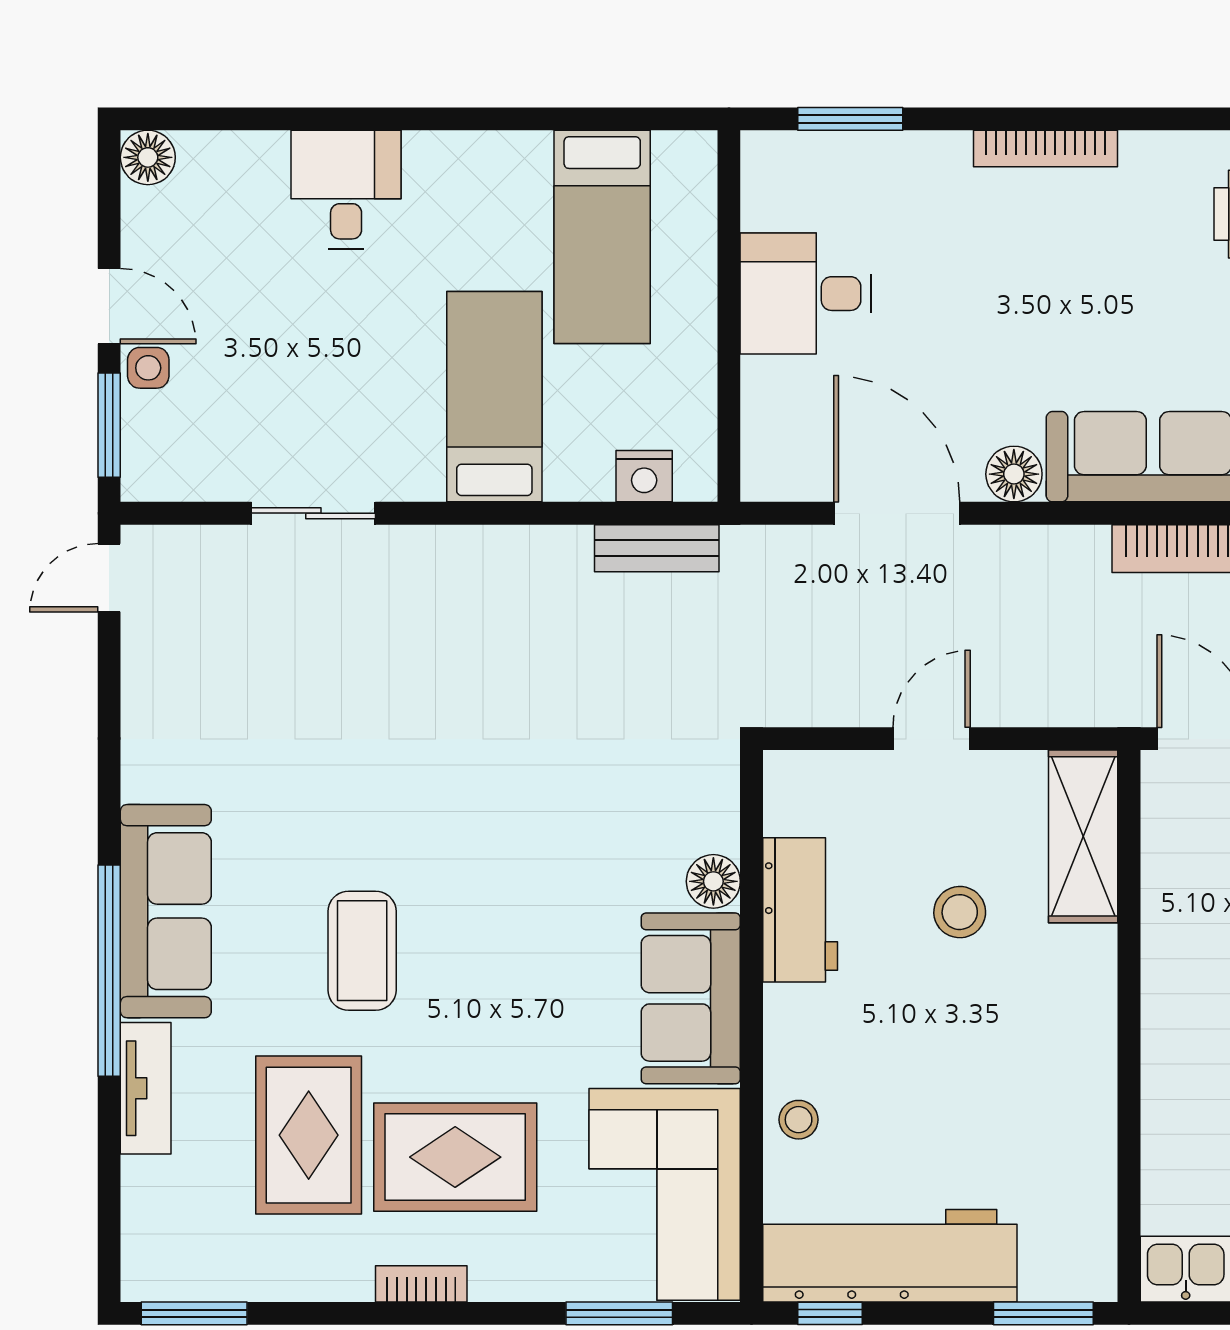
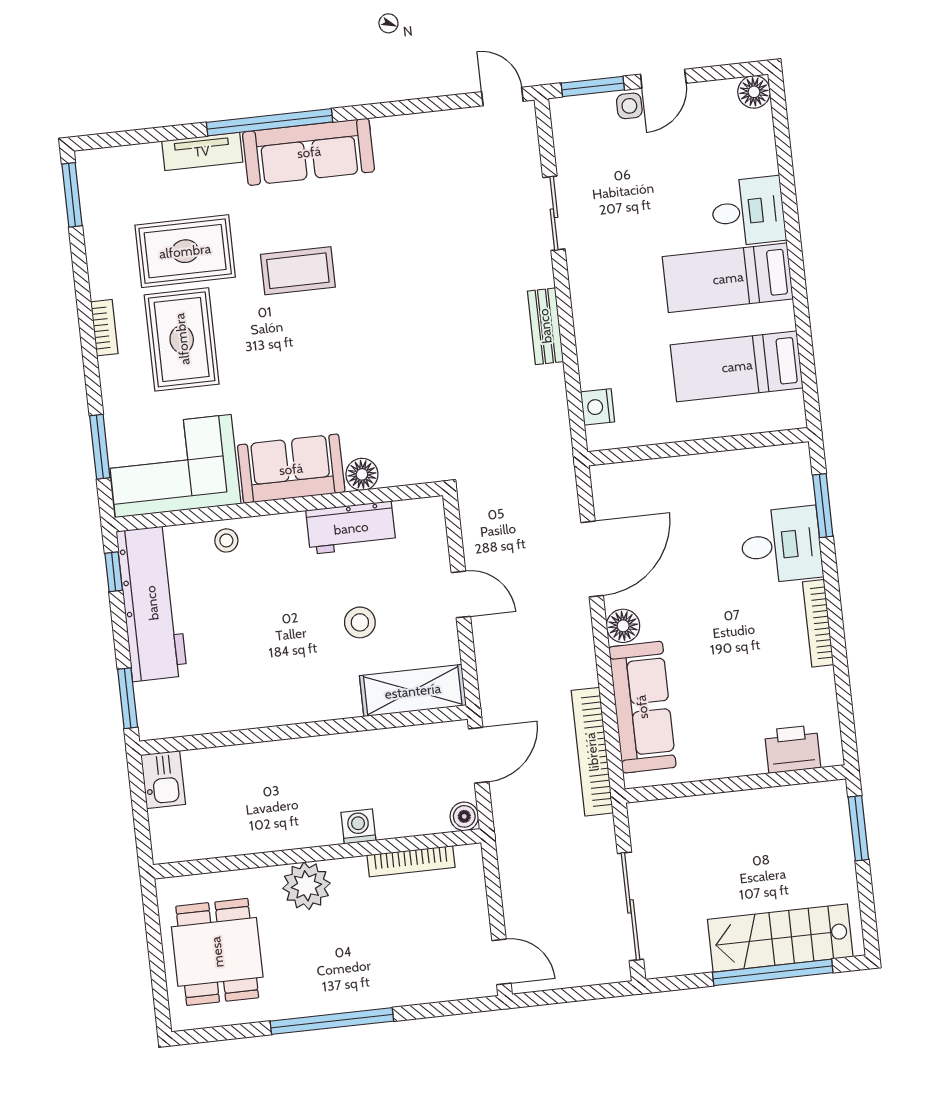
desk: (806, 294) -> (781, 545), moved, turned 90
bed: (494, 397) -> (728, 278), moved, turned 180
bench: (657, 548) -> (545, 326), moved

